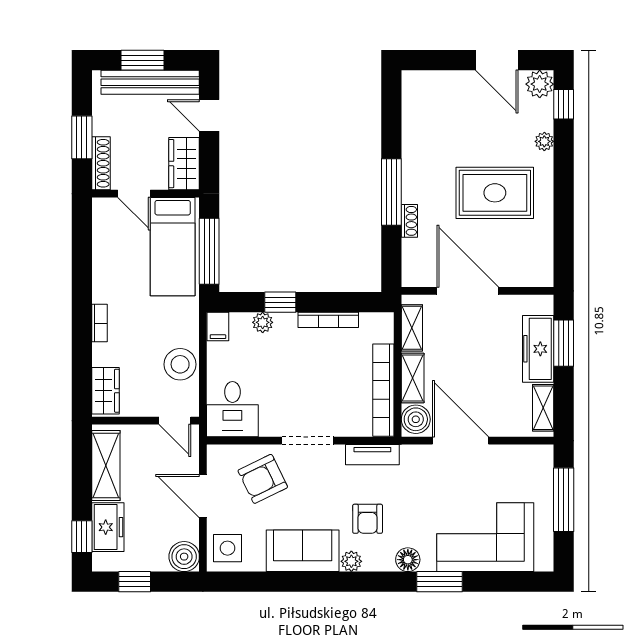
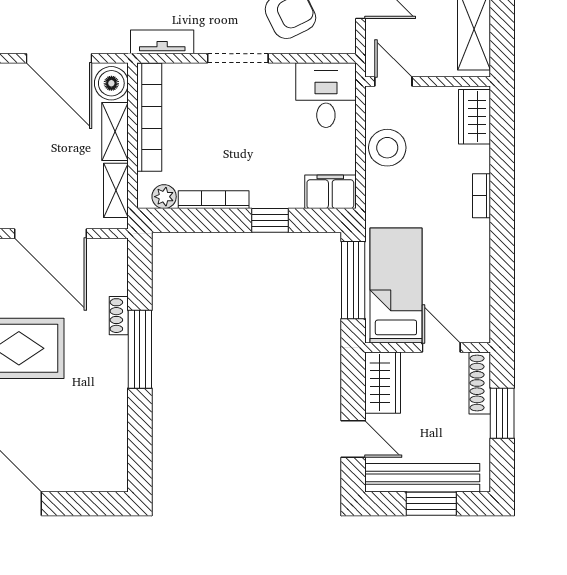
plant: (263, 322) -> (164, 197), moved
filing cabinet: (218, 327) -> (330, 192), width x2.00

